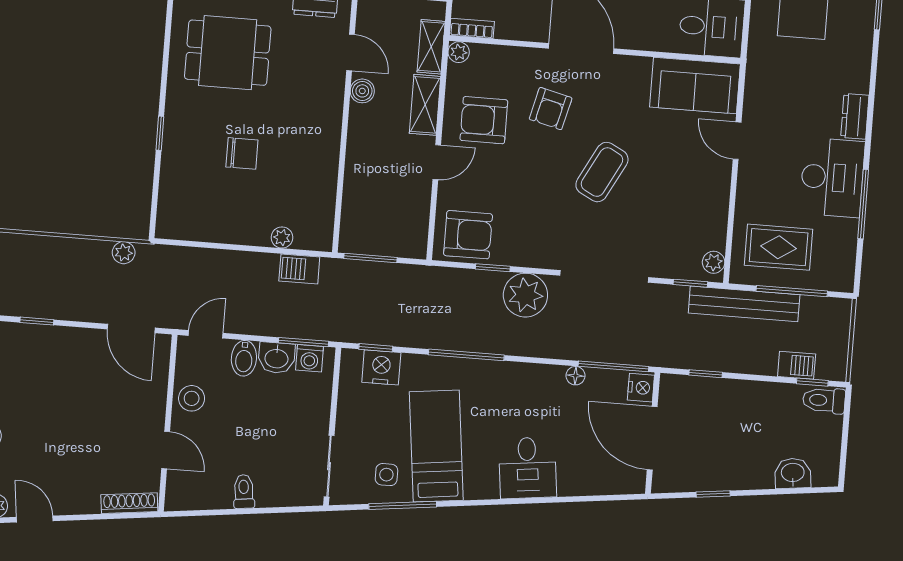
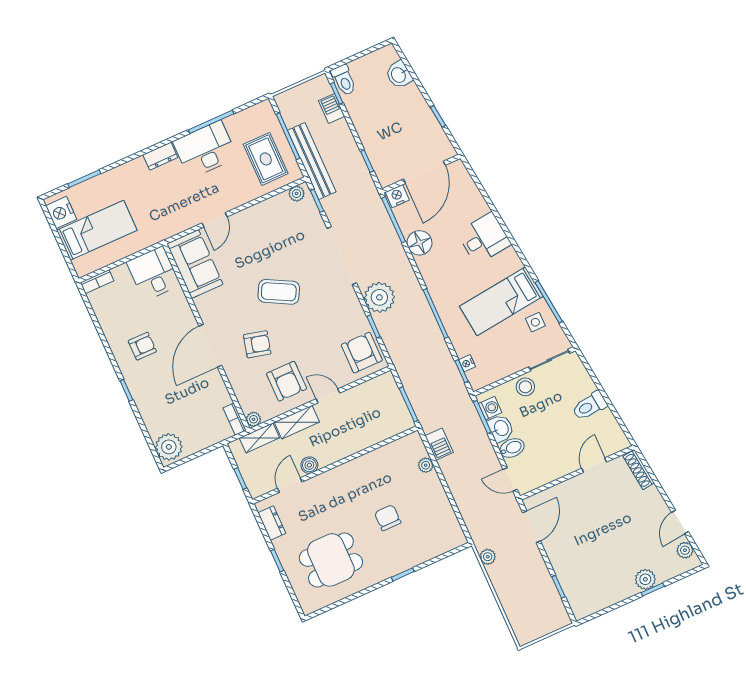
dining table: (228, 53) -> (331, 560), turned 90
nightstand: (381, 367) -> (467, 363), width x0.53, depth x0.56
floor lamp: (575, 376) -> (419, 243), width x1.89, depth x1.89
stool: (192, 398) -> (525, 387), moved
toilet: (244, 492) -> (589, 406), width x1.37, depth x1.39

